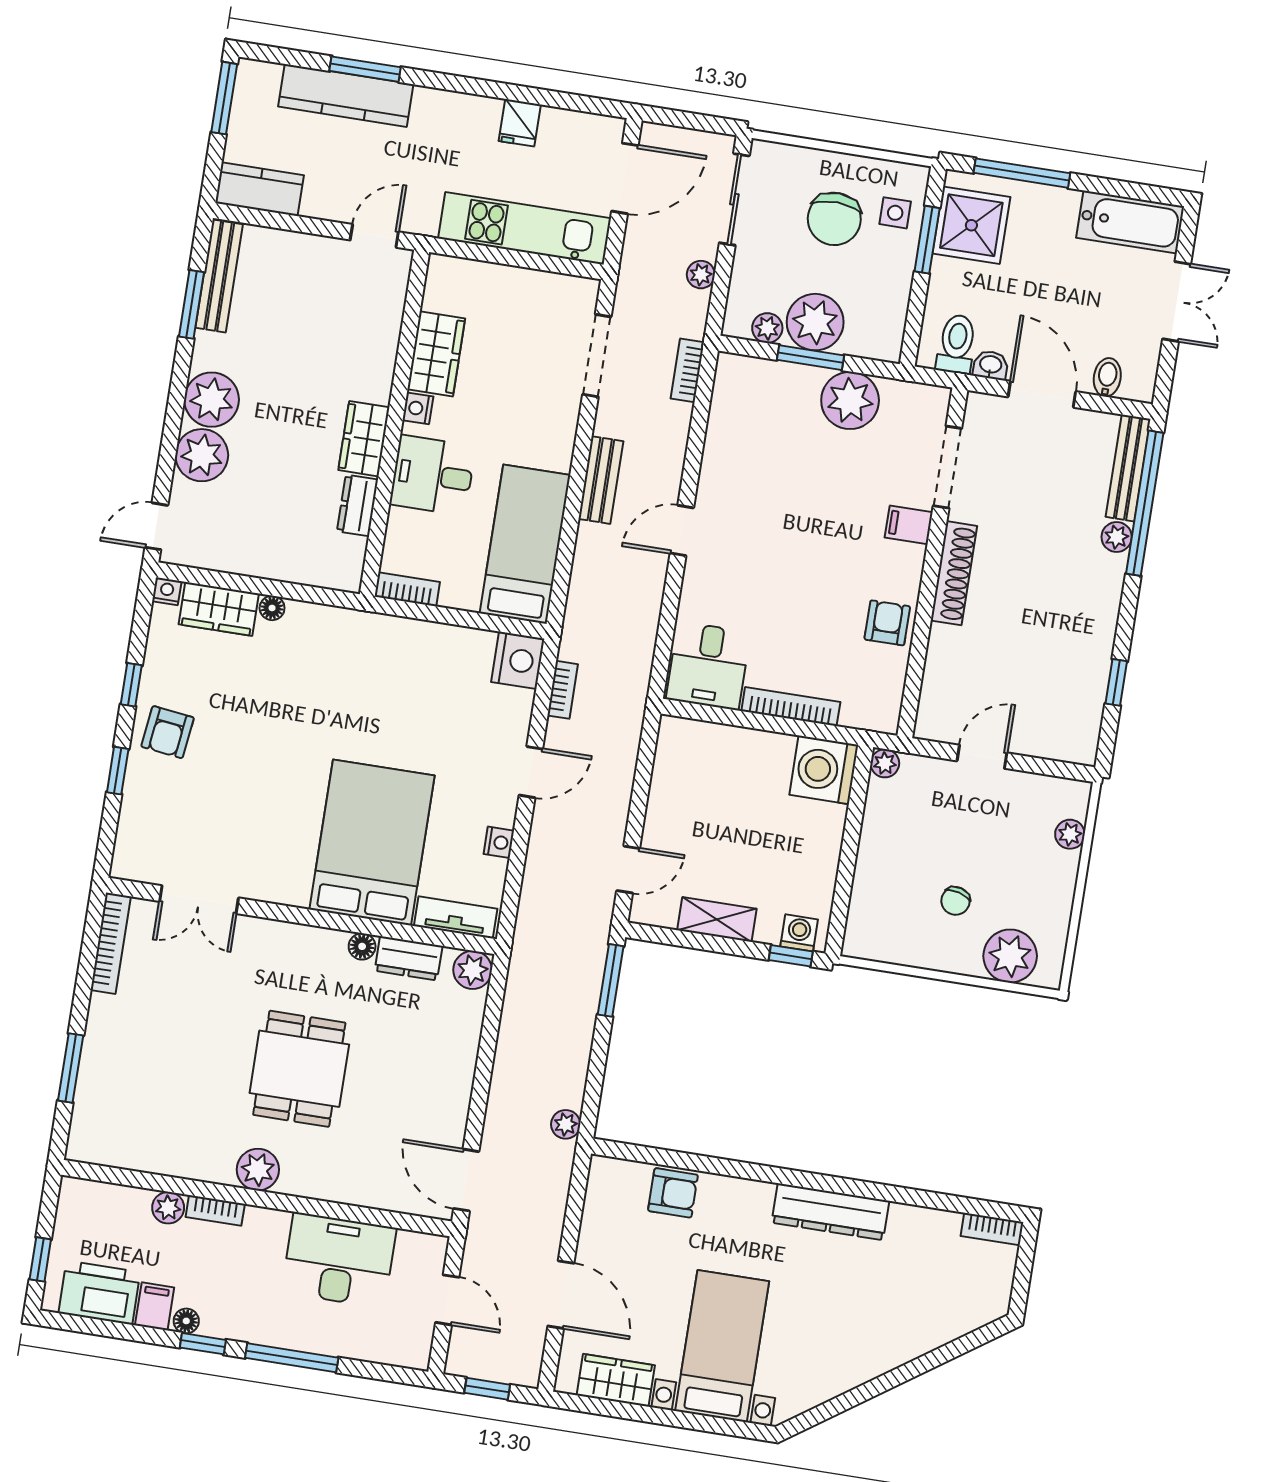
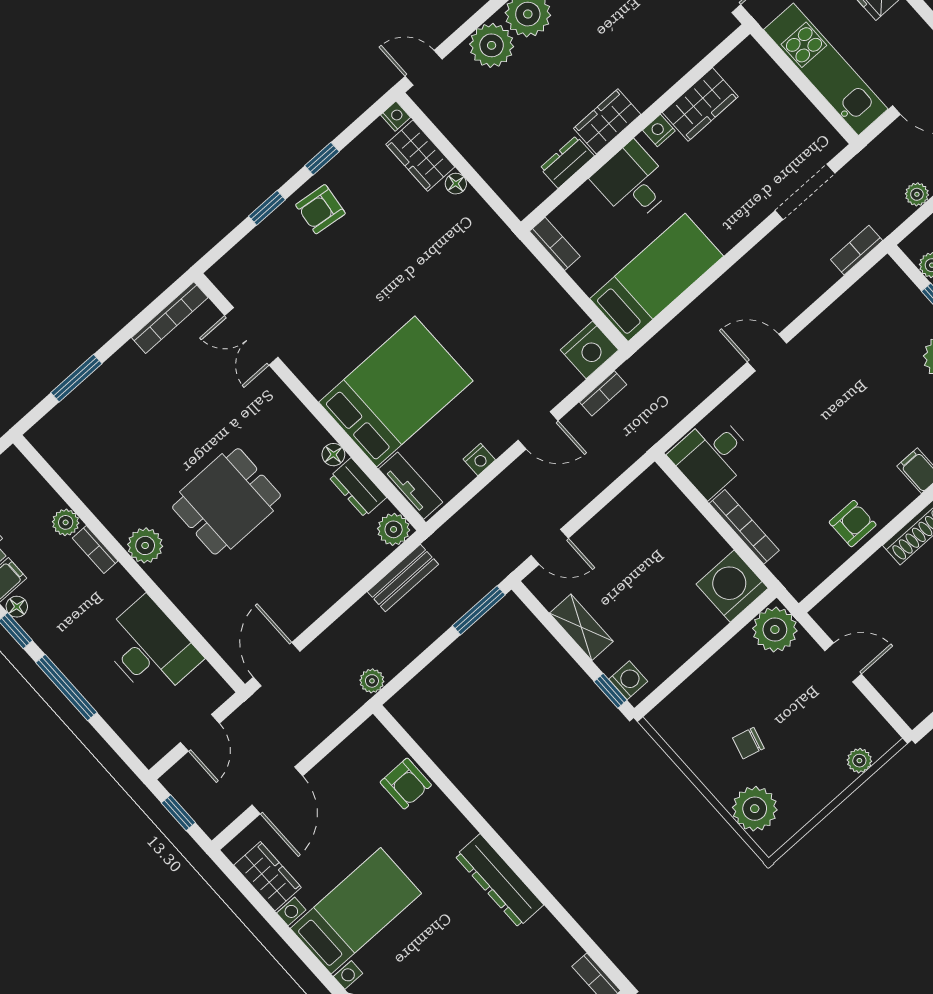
bench: (601, 480) -> (403, 578), moved
plant: (885, 763) -> (775, 630), width x1.88, depth x1.88

